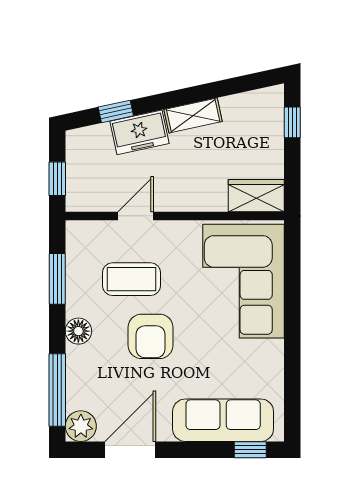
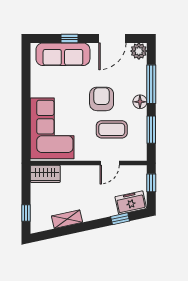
shelving: (193, 115) -> (67, 219), moved
freezer: (139, 132) -> (131, 203), moved
window: (57, 390) -> (151, 84), moved
window: (250, 450) -> (70, 39), moved

